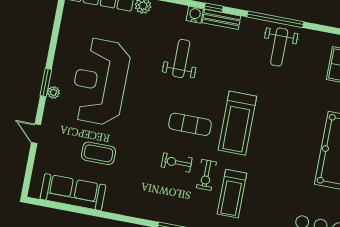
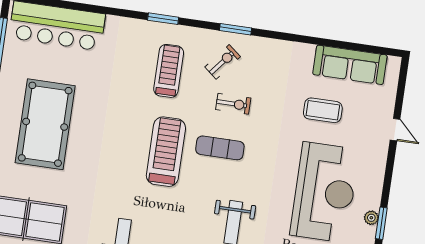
window: (46, 82) -> (381, 223), moved
plant: (53, 92) -> (371, 218), moved
exercise bike: (206, 175) -> (223, 62), moved, turned 39

